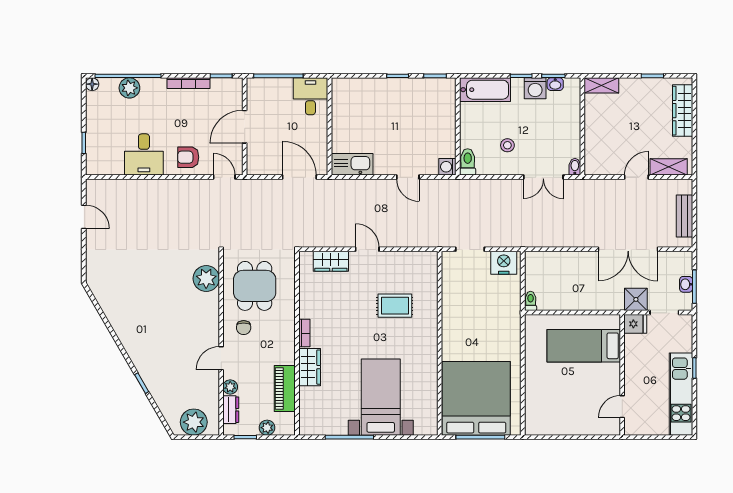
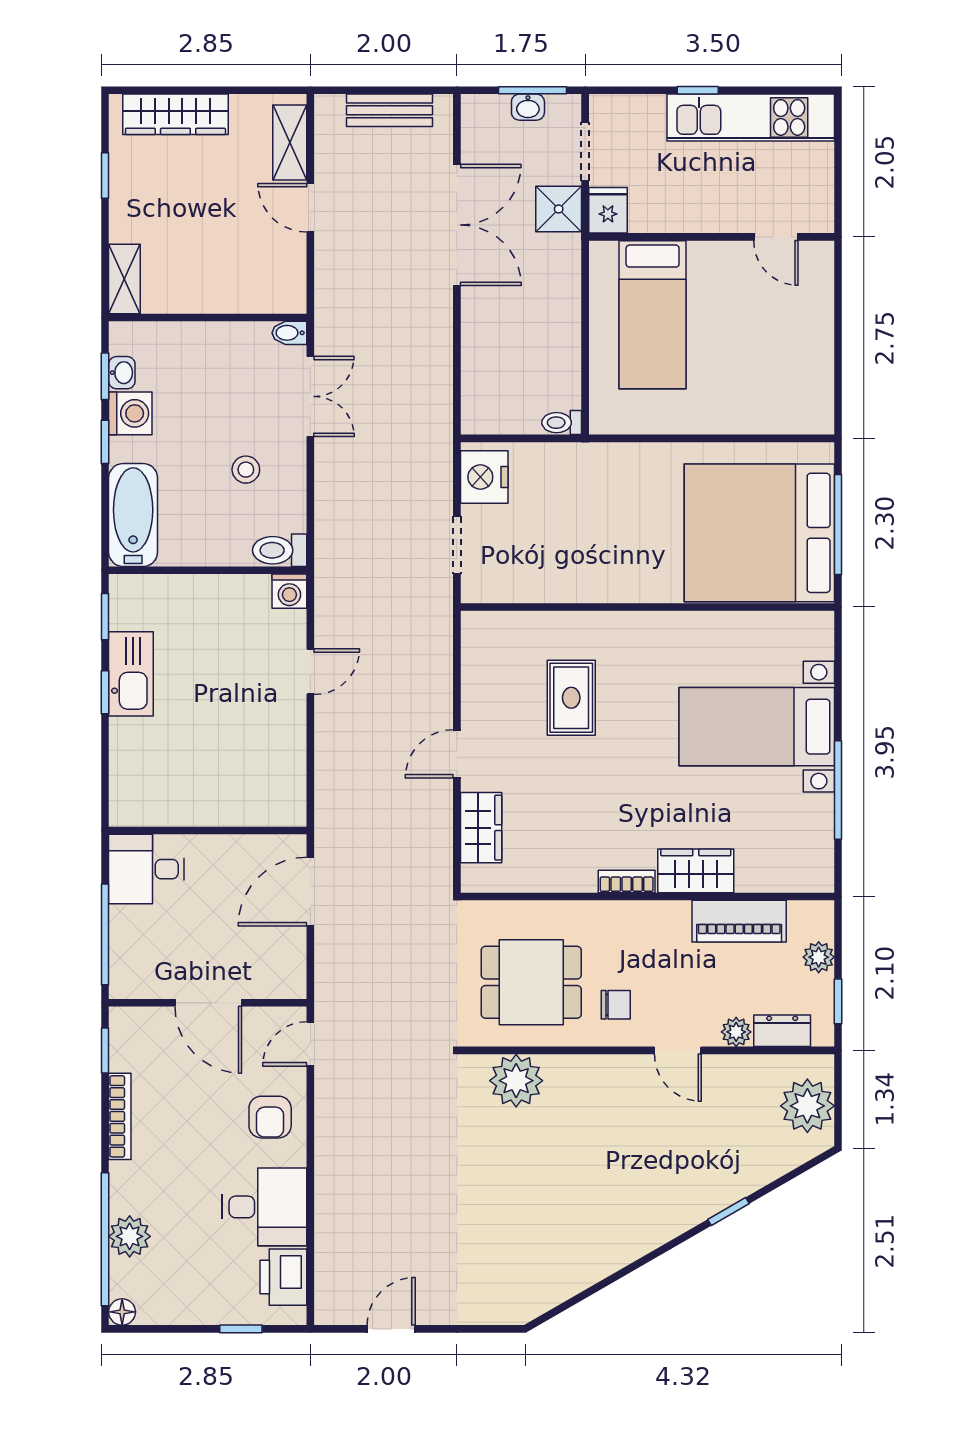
printer: (109, 164) -> (283, 1277), added
kitchen sink: (352, 164) -> (131, 674), moved, turned 180

